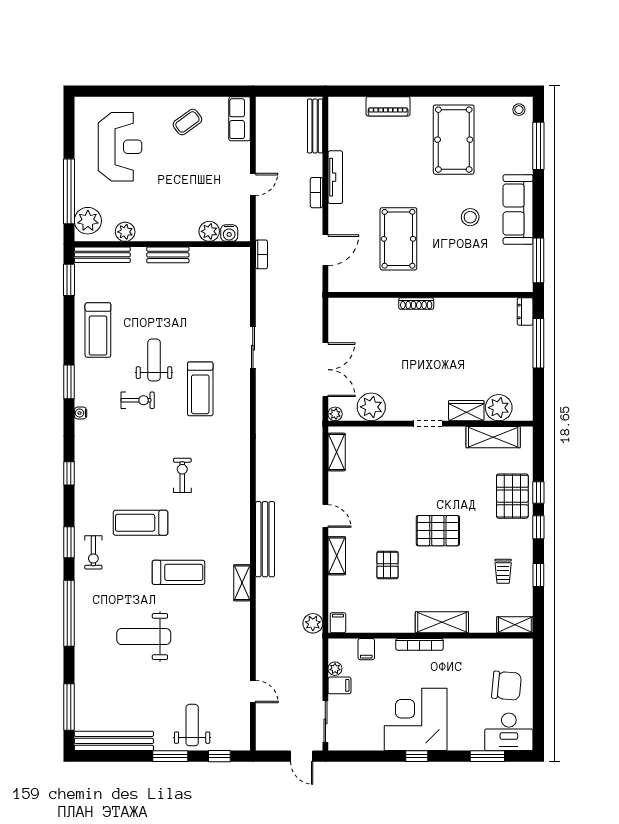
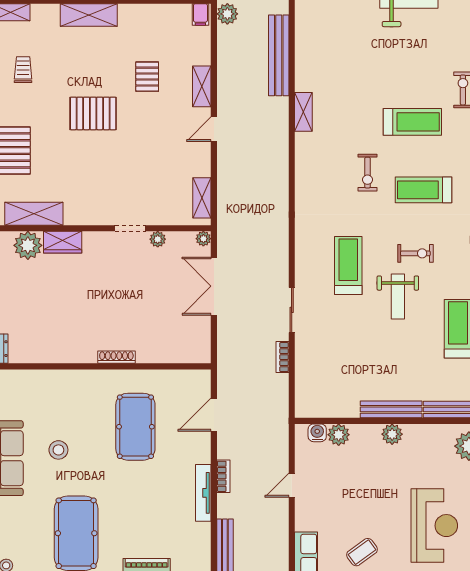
reception desk: (120, 147) -> (434, 526), turned 180
plant: (125, 232) -> (392, 434), moved
bookcase: (261, 254) -> (282, 357), moved
bench: (168, 255) -> (391, 409), width x1.36
exercise bike: (138, 400) -> (415, 253), turned 180
plant: (371, 407) -> (158, 239), width x0.53, depth x0.53
doorway: (428, 424) -> (130, 228), moved
door: (325, 516) -> (214, 129), hinge flipped
bench: (265, 539) -> (279, 55), moved
treadmill: (179, 572) -> (423, 190), moved
shelving: (242, 583) -> (303, 112), moved

